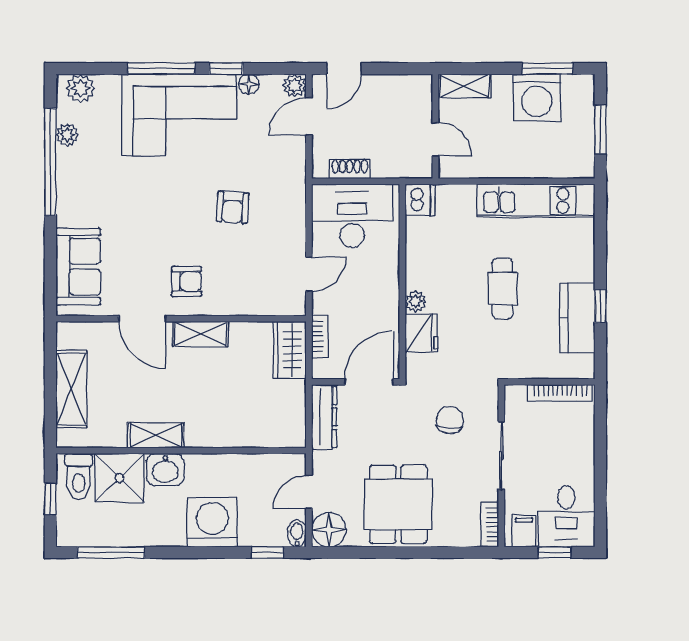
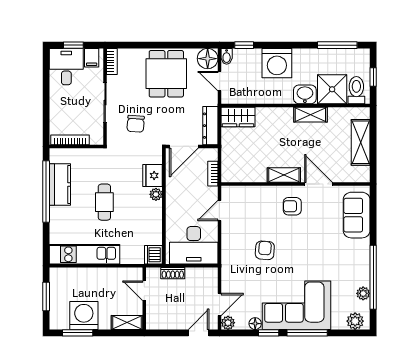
shoe rack: (350, 169) -> (173, 273), moved
window: (600, 306) -> (46, 191), width x3.17
wardrobe: (290, 350) -> (238, 117), moved, turned 90
door: (309, 492) -> (219, 81), swing flipped

